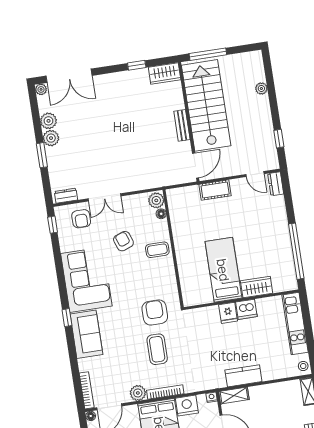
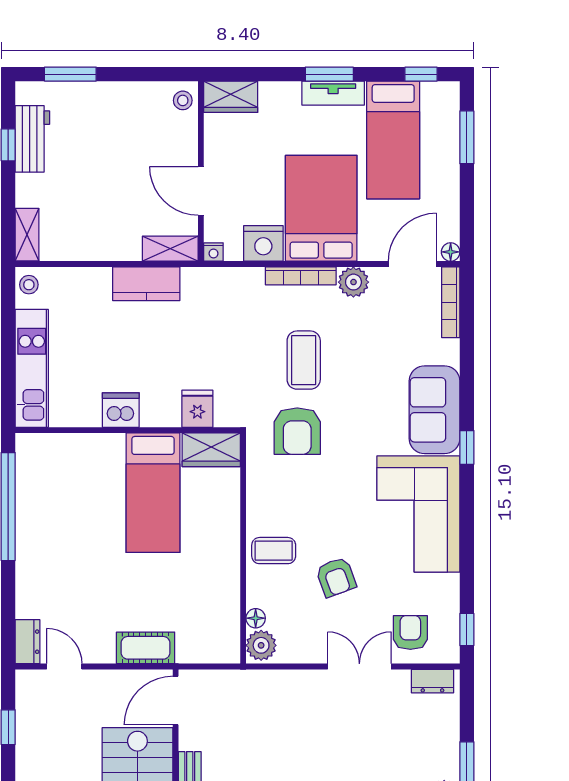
wardrobe: (257, 287) -> (211, 450), moved
fridge: (228, 313) -> (197, 409), moved

